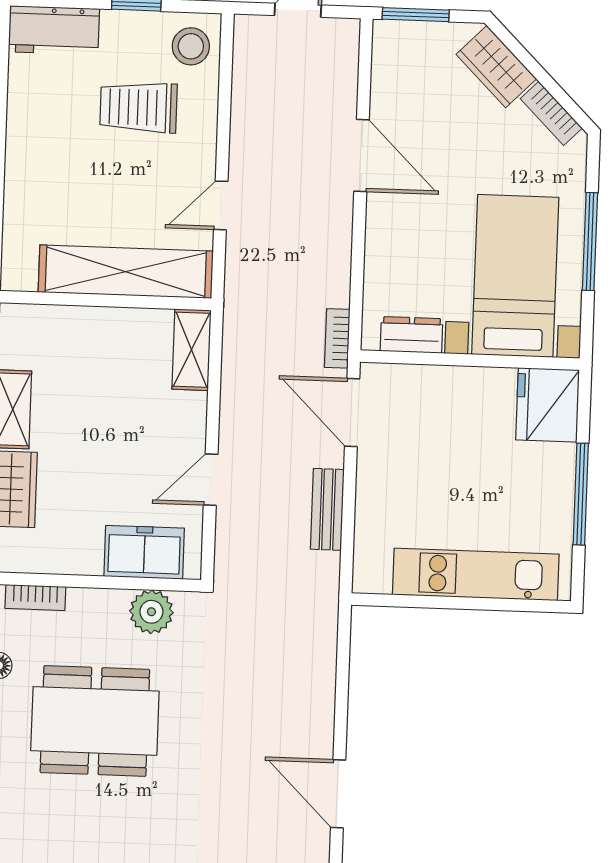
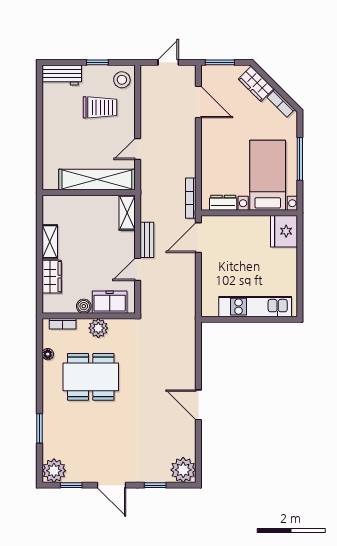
trolley: (139, 107) -> (100, 107), turned 180
door: (362, 155) -> (198, 102), moved
bookcase: (337, 338) -> (191, 198), width x1.56
door: (352, 412) -> (198, 238), hinge flipped
window: (581, 494) -> (300, 270), removed
bench: (327, 509) -> (147, 240), moved
boiler: (85, 559) -> (84, 306), added
plant: (151, 612) -> (98, 328), moved

